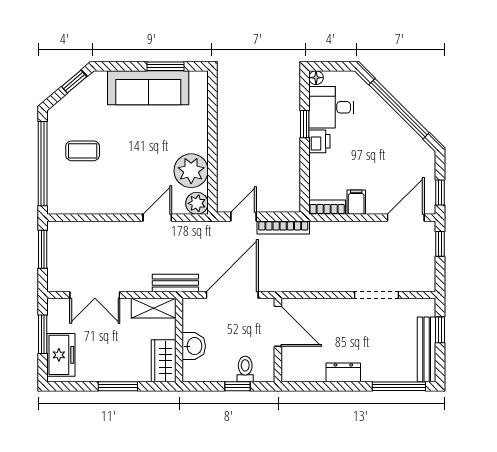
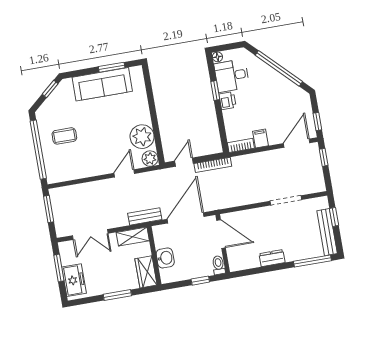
toilet: (245, 369) -> (218, 265), moved

